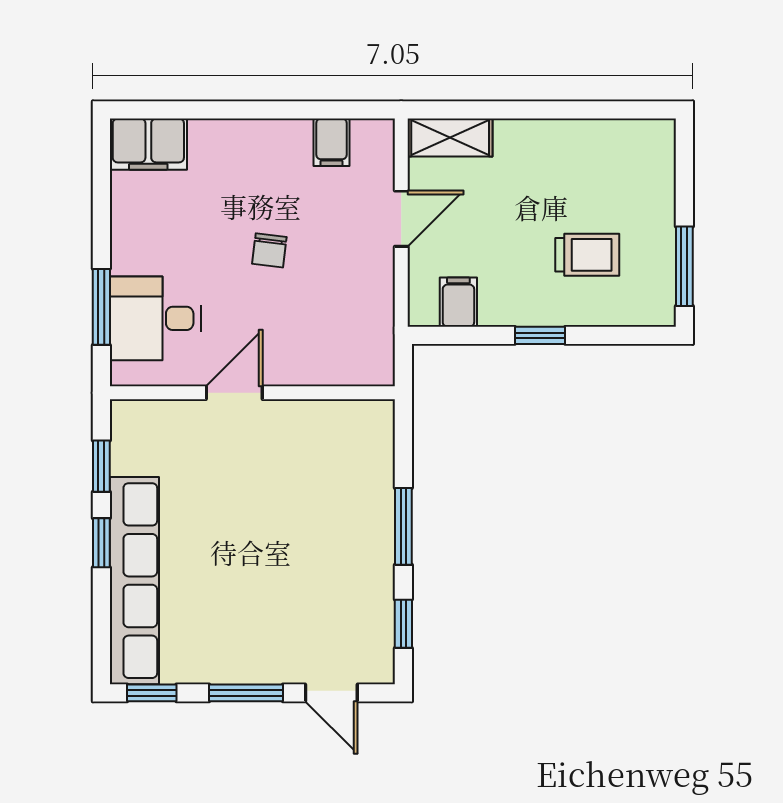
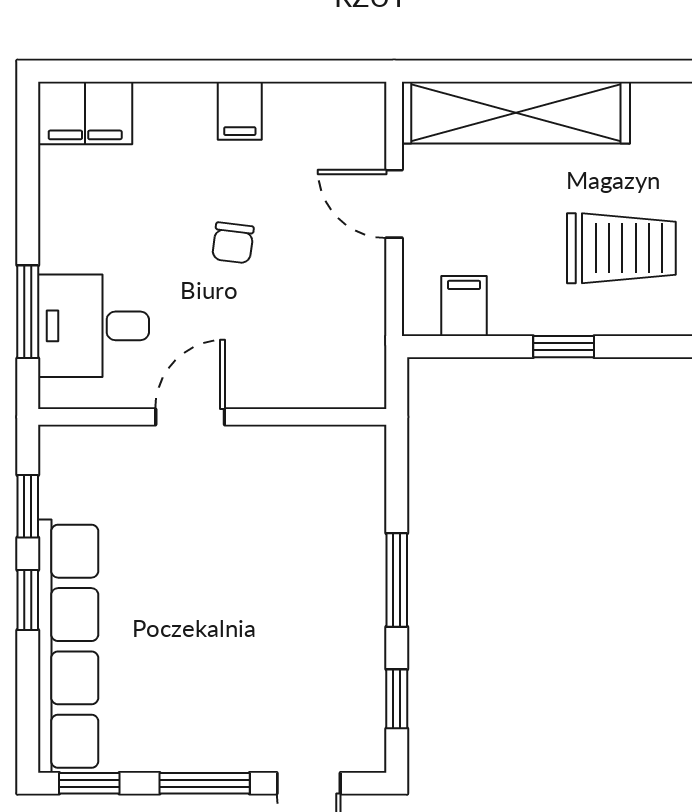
shelving: (450, 137) -> (516, 113), width x2.20, depth x1.33
filing cabinet: (331, 142) -> (240, 111), moved
door: (401, 219) -> (394, 204), swing flipped
trolley: (587, 255) -> (621, 248), width x1.36, depth x1.39

